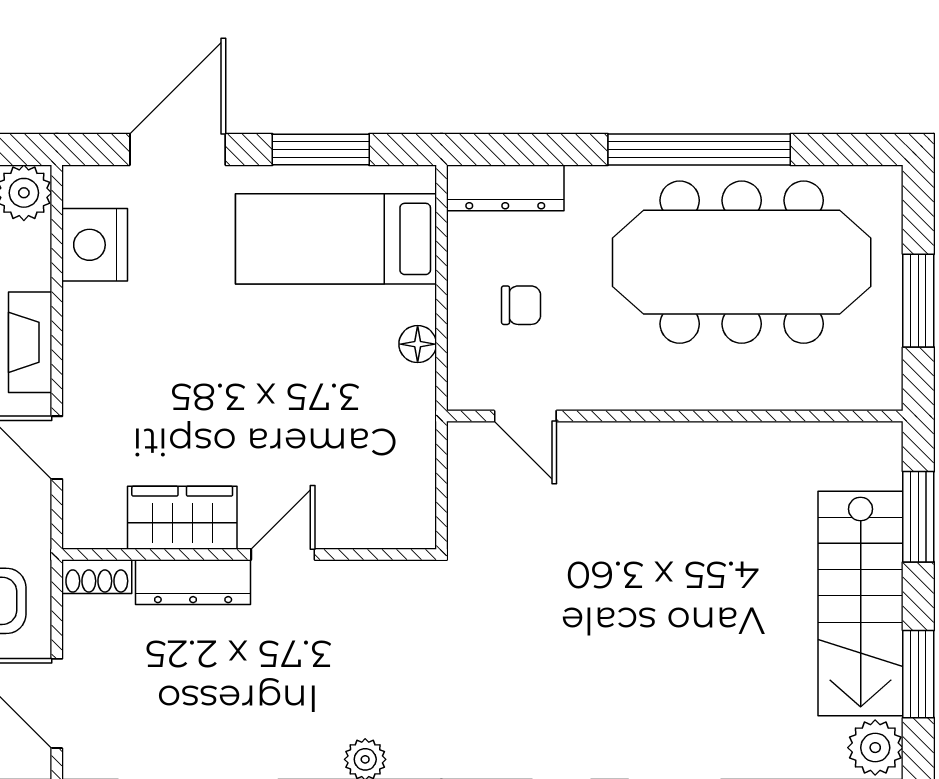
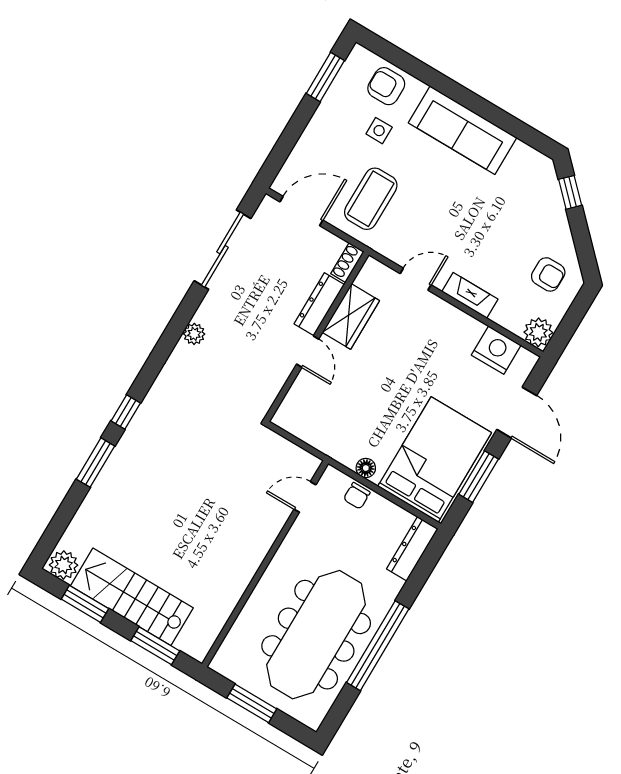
bed: (336, 239) -> (435, 459), width x1.50
chair: (521, 305) -> (357, 496), moved

